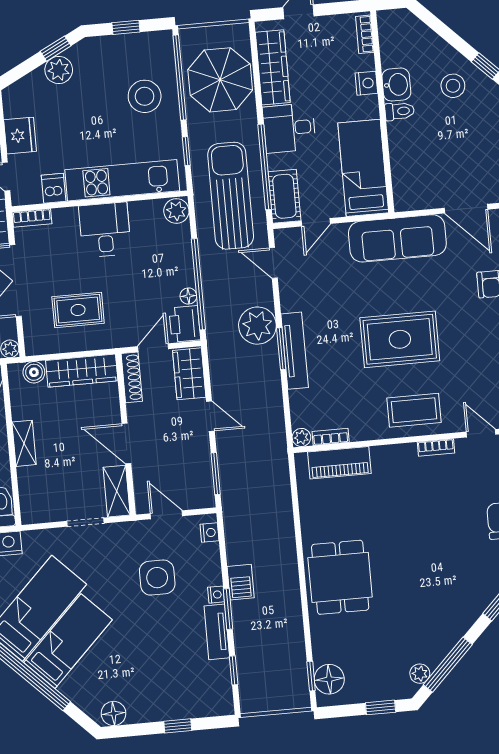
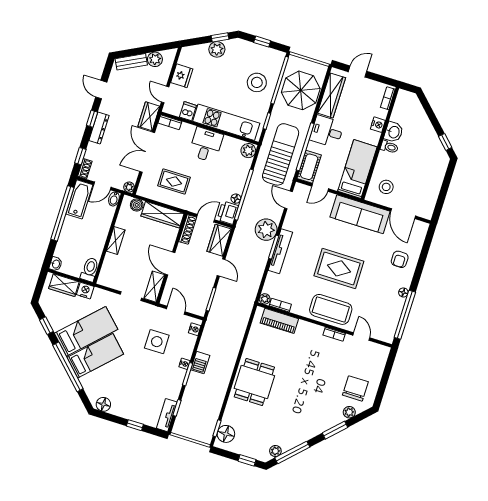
stool: (453, 86) -> (386, 187), moved
coffee table: (414, 410) -> (331, 309), width x1.36, depth x1.32
tv unit: (217, 632) -> (167, 415), moved

